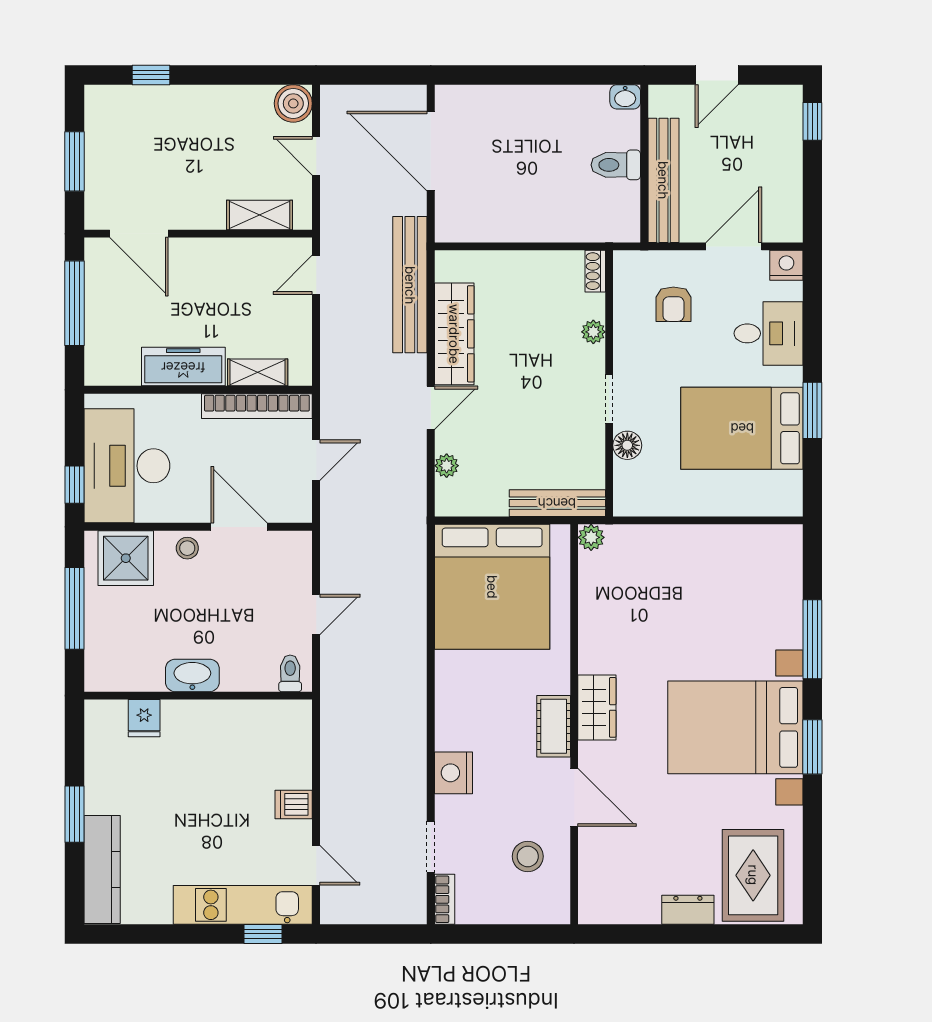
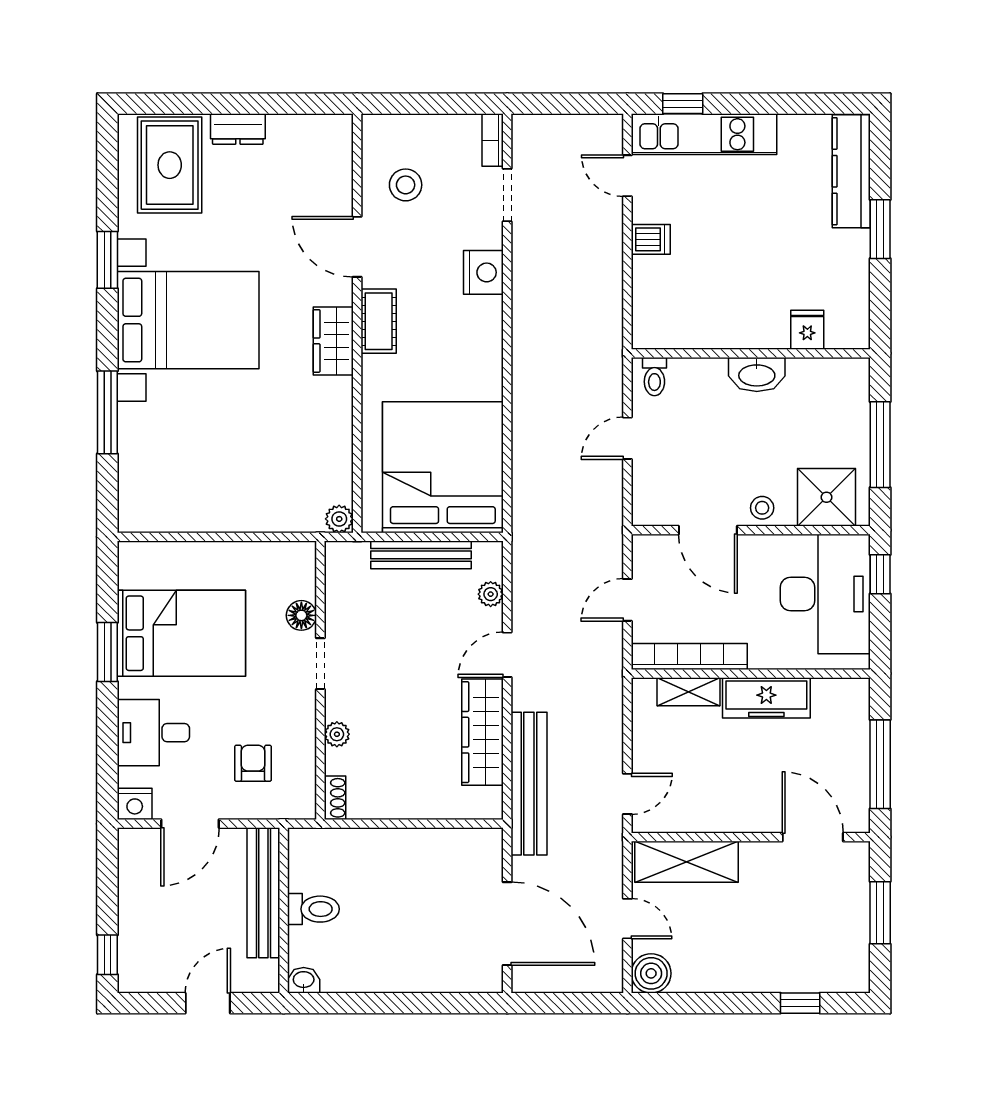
shelving: (260, 215) -> (686, 862), width x1.50, depth x1.33
bench: (557, 503) -> (421, 555), moved
window: (812, 747) -> (107, 260), moved

